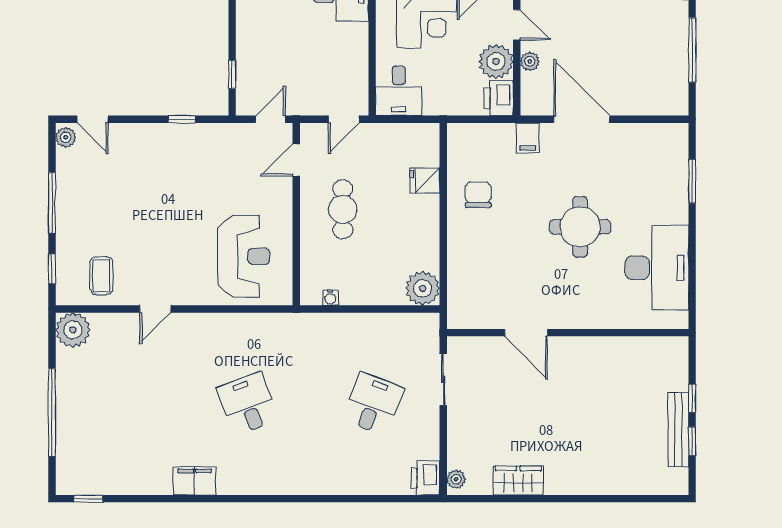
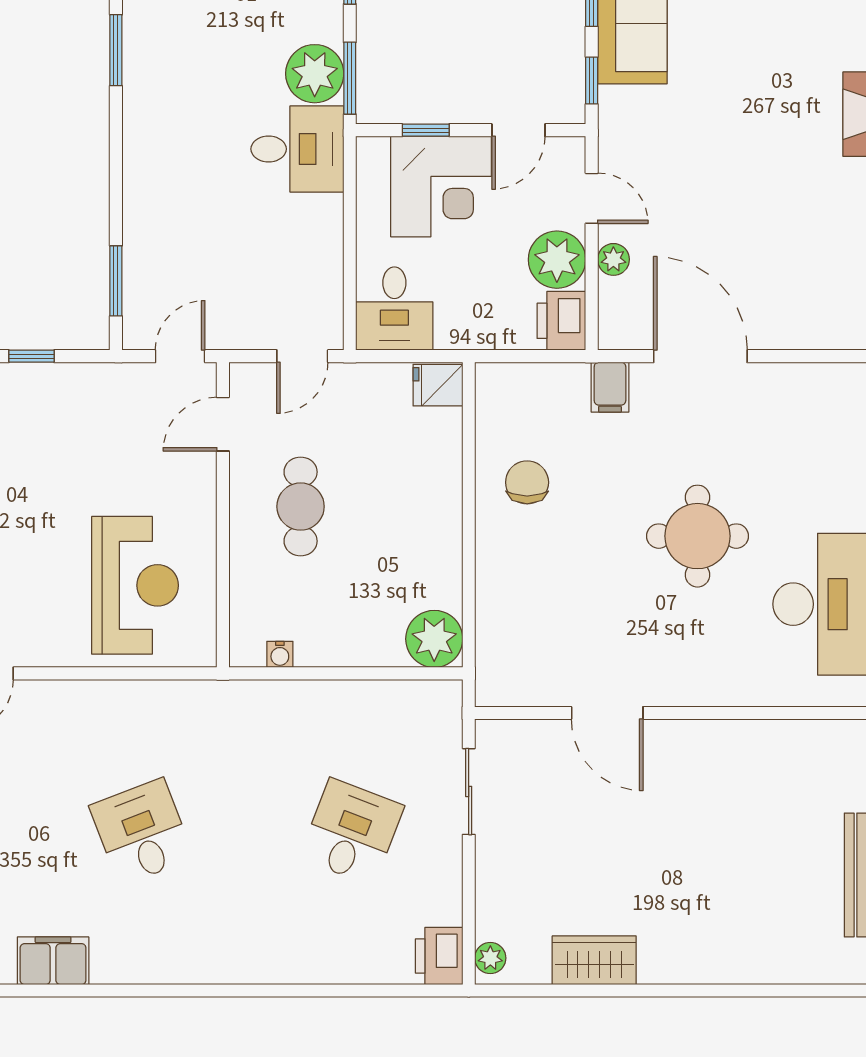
window: (232, 74) -> (116, 281), width x1.50
fridge: (425, 180) -> (438, 385), moved

